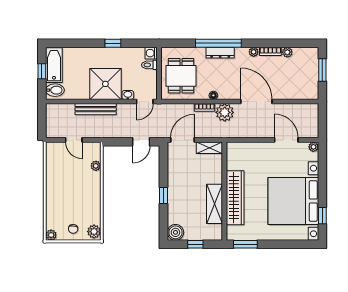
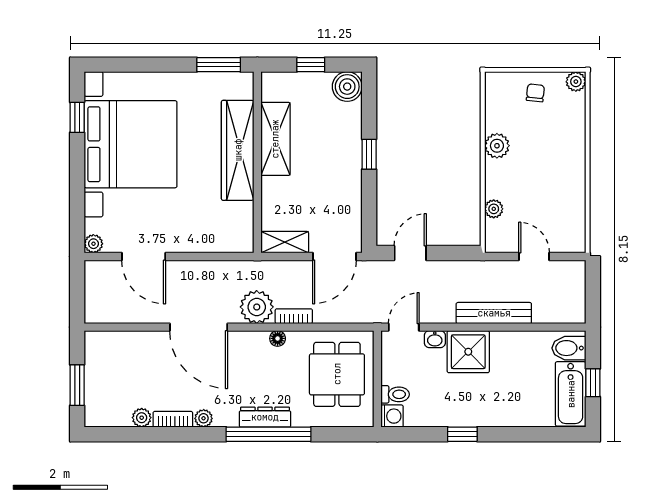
shower: (105, 84) -> (468, 352), width x0.73, depth x0.73
plant: (94, 232) -> (497, 146), moved

